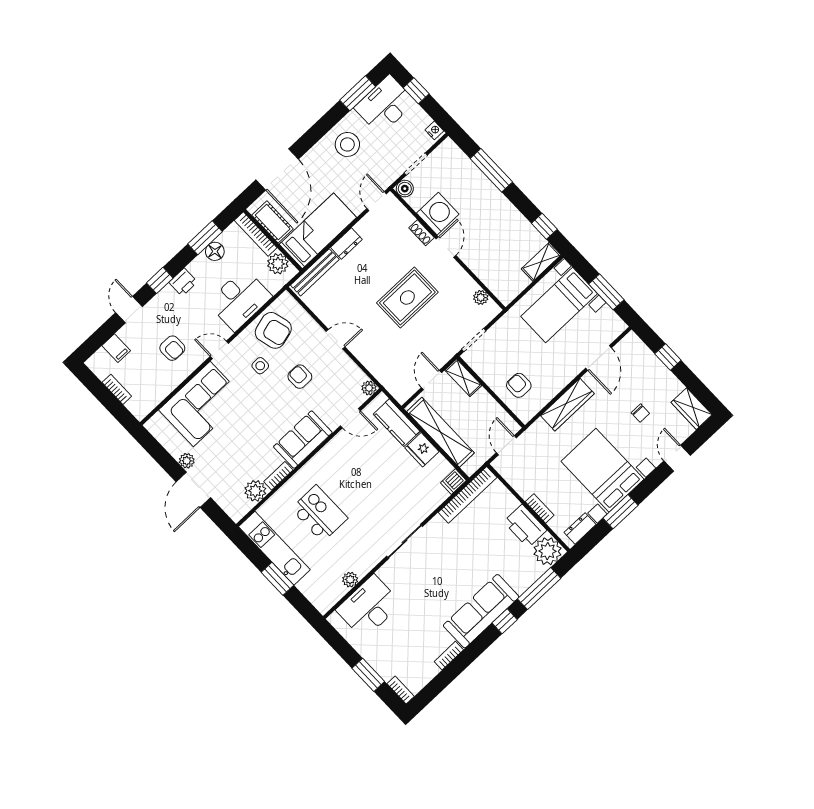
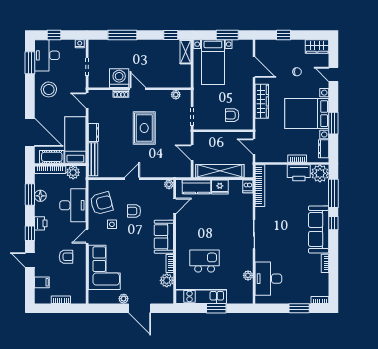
boiler: (405, 189) -> (94, 82), removed
shelving: (463, 378) -> (205, 137), removed

